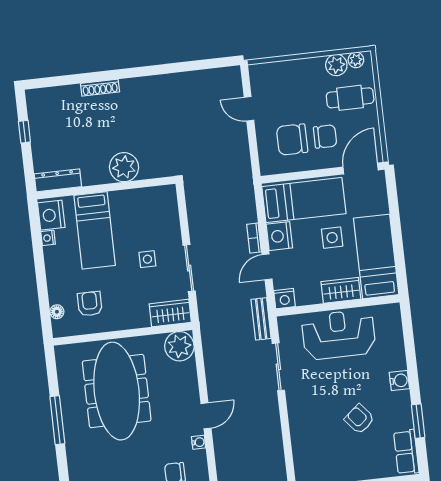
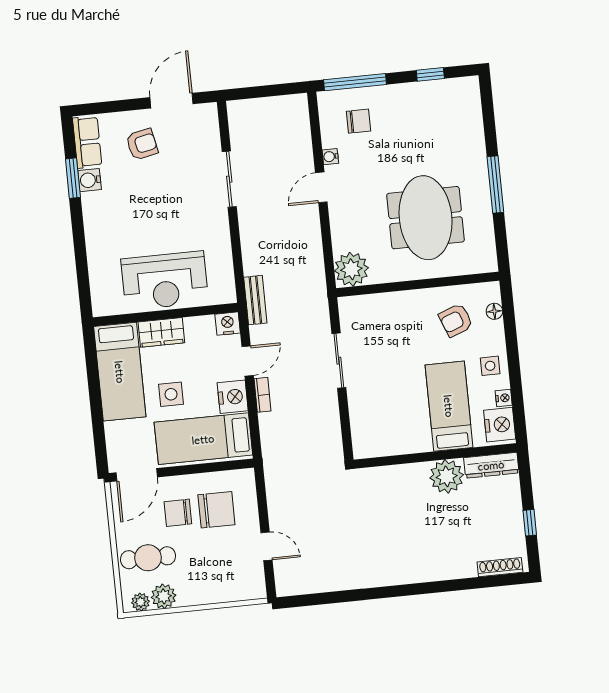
shoe rack: (100, 88) -> (500, 567), moved
plant: (124, 167) -> (447, 476), moved
side table: (147, 259) -> (490, 366), moved
armchair: (90, 304) -> (456, 320), turned 69
wardrobe: (170, 313) -> (362, 308), removed
sliding door: (278, 367) -> (229, 179), moved
water cooler: (399, 381) -> (90, 180), moved
meeting table: (117, 391) -> (426, 218), width x0.73
armchair: (359, 419) -> (142, 144), moved, turned -62

